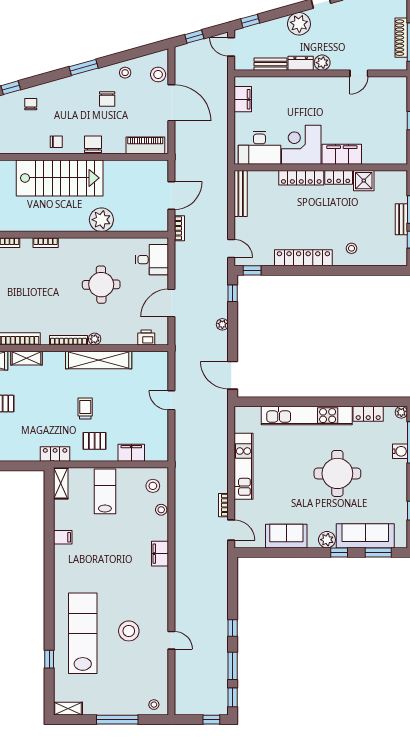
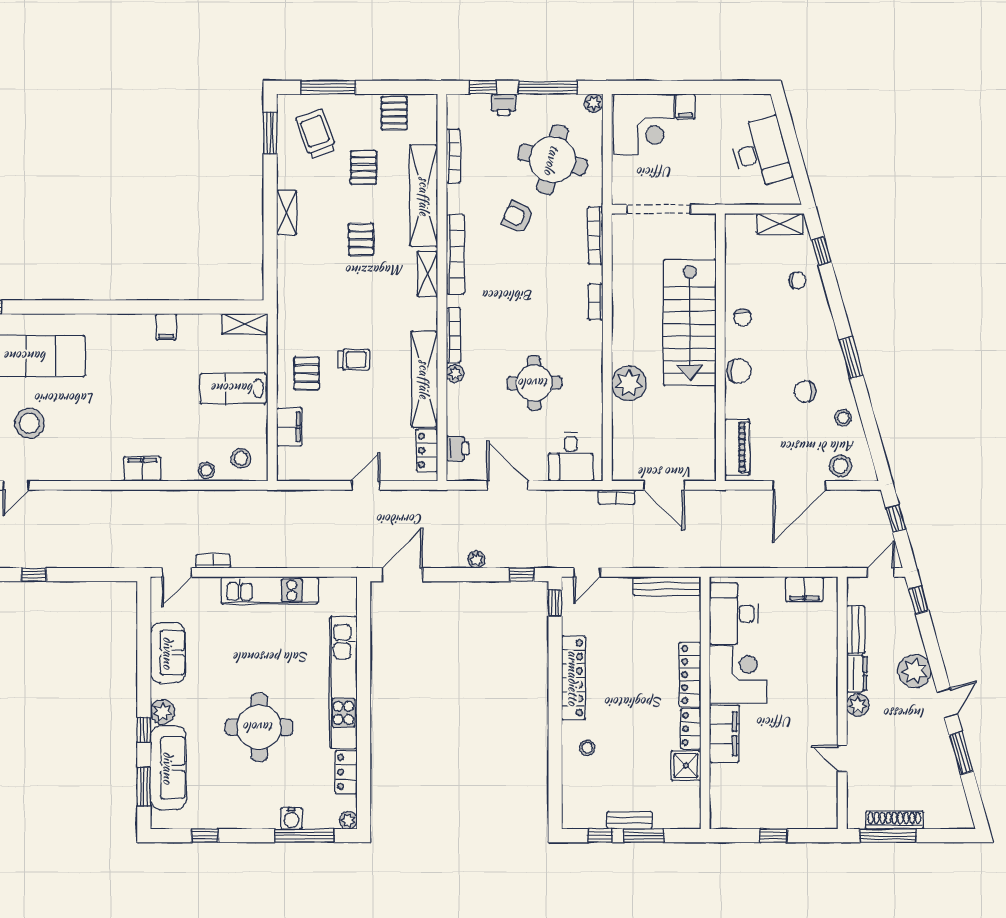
locker: (55, 454) -> (427, 450), moved, turned 180
lab bench: (105, 491) -> (233, 388), turned 180

